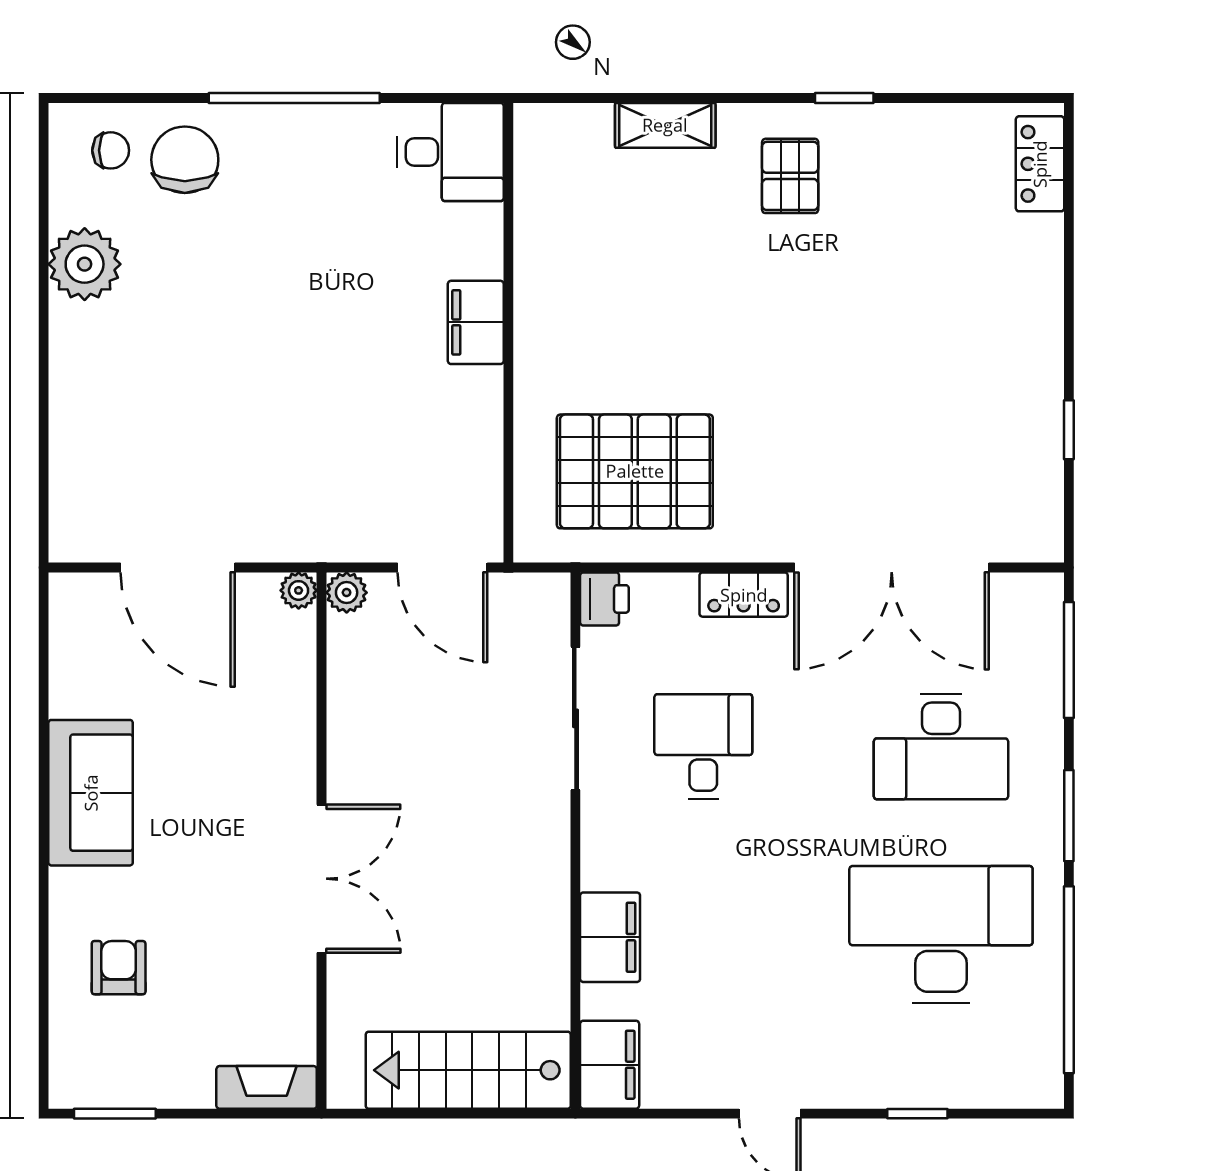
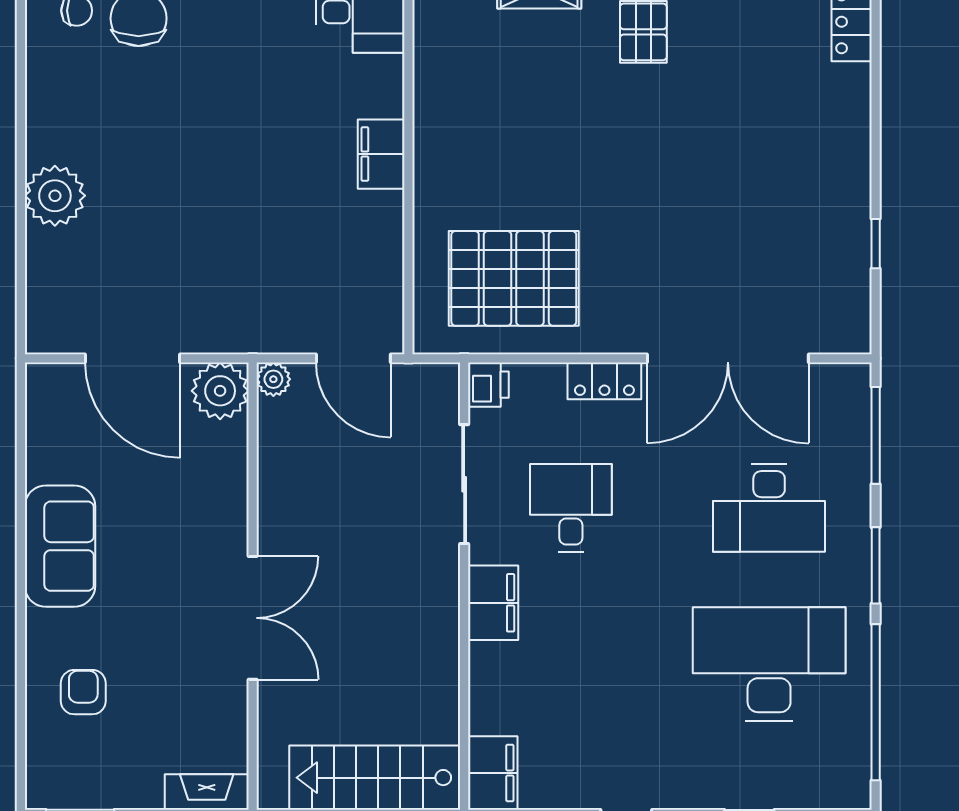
plant: (85, 264) -> (55, 196), moved
plant: (299, 590) -> (220, 391), width x1.87, depth x1.87
filing cabinet: (610, 937) -> (493, 603), moved

